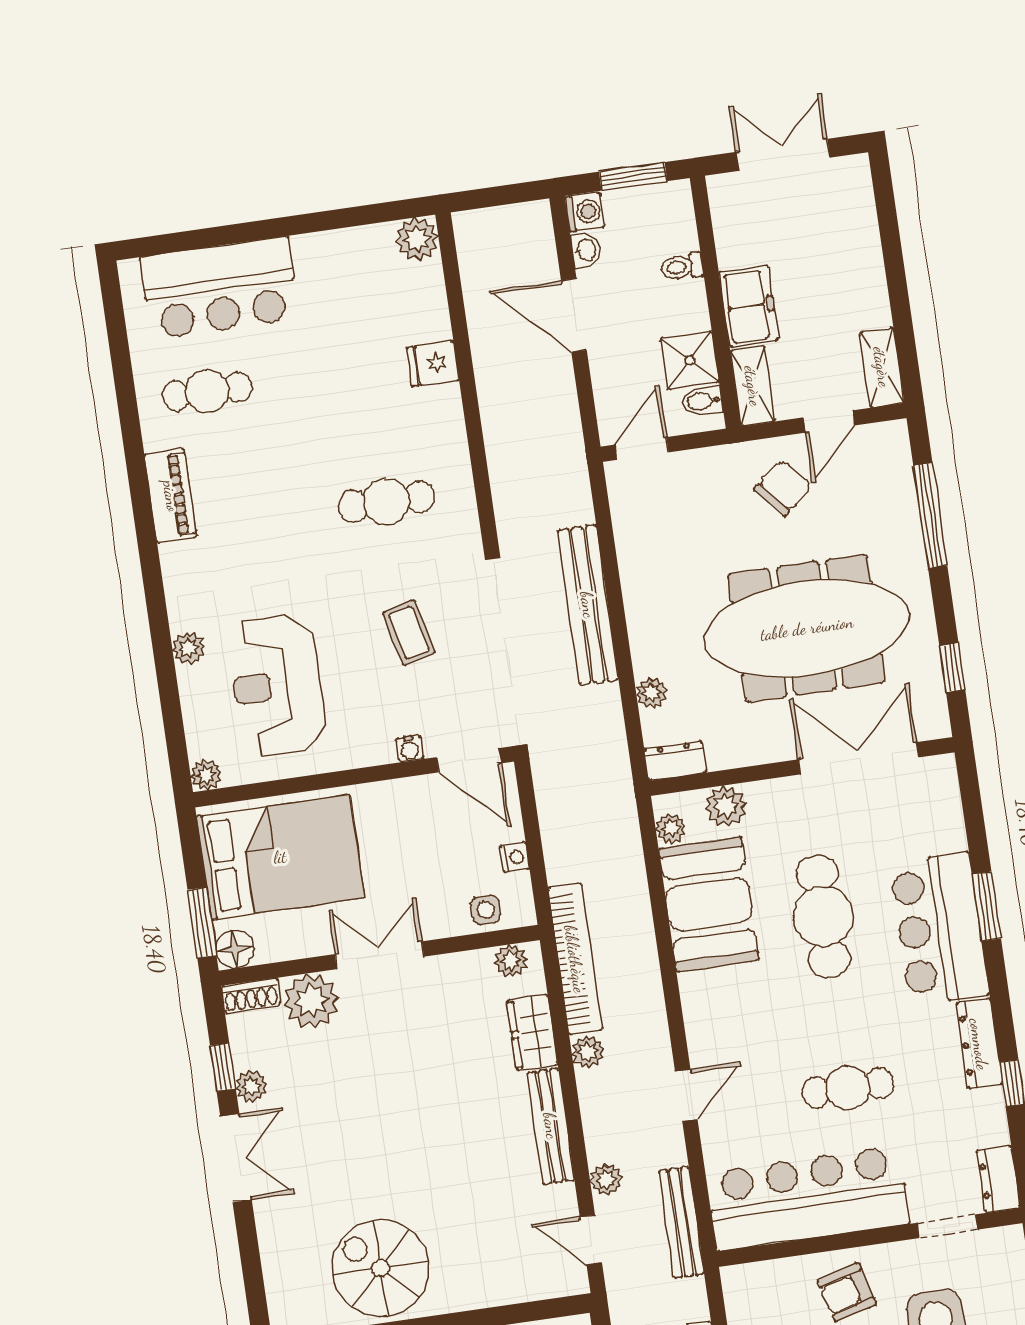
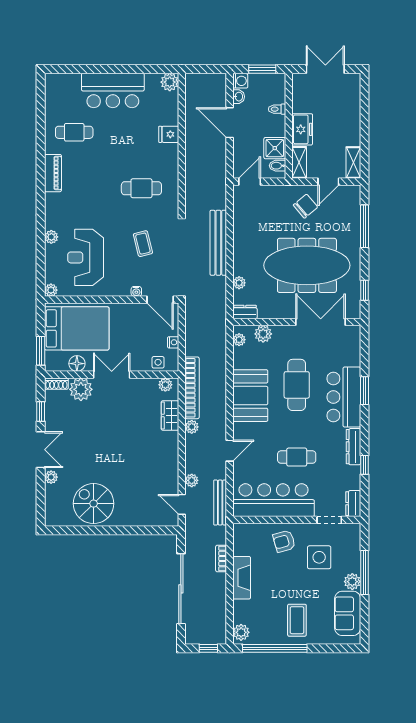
bar counter: (220, 288) -> (113, 90), moved
booth: (709, 904) -> (250, 396), moved
floor lamp: (235, 949) -> (77, 364), moved
plant: (251, 1086) -> (51, 477), moved
bench: (551, 1126) -> (172, 455), removed

